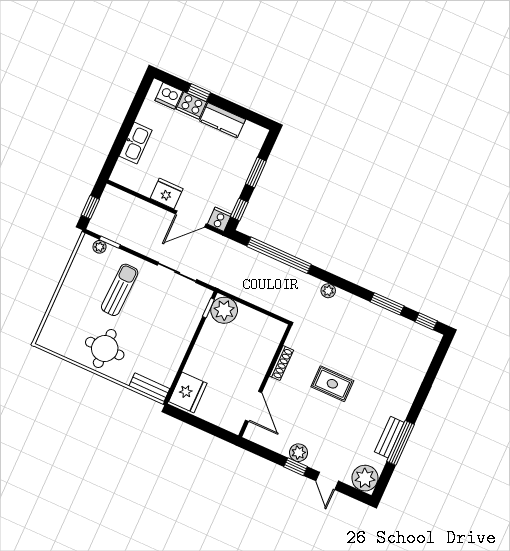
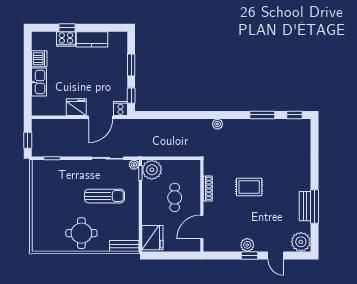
dishwasher: (169, 96) -> (39, 59), moved, turned -90
plant: (100, 247) -> (134, 165), moved
window: (279, 255) -> (173, 115), removed
sun lounger: (120, 290) -> (105, 196), moved, turned 88
cafe table: (237, 356) -> (175, 197), added
door: (254, 406) -> (202, 227), swing flipped

